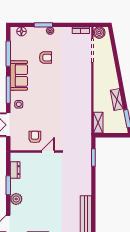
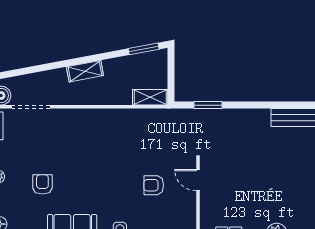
shelving: (117, 99) -> (85, 71), moved
armchair: (35, 137) -> (154, 185), moved

